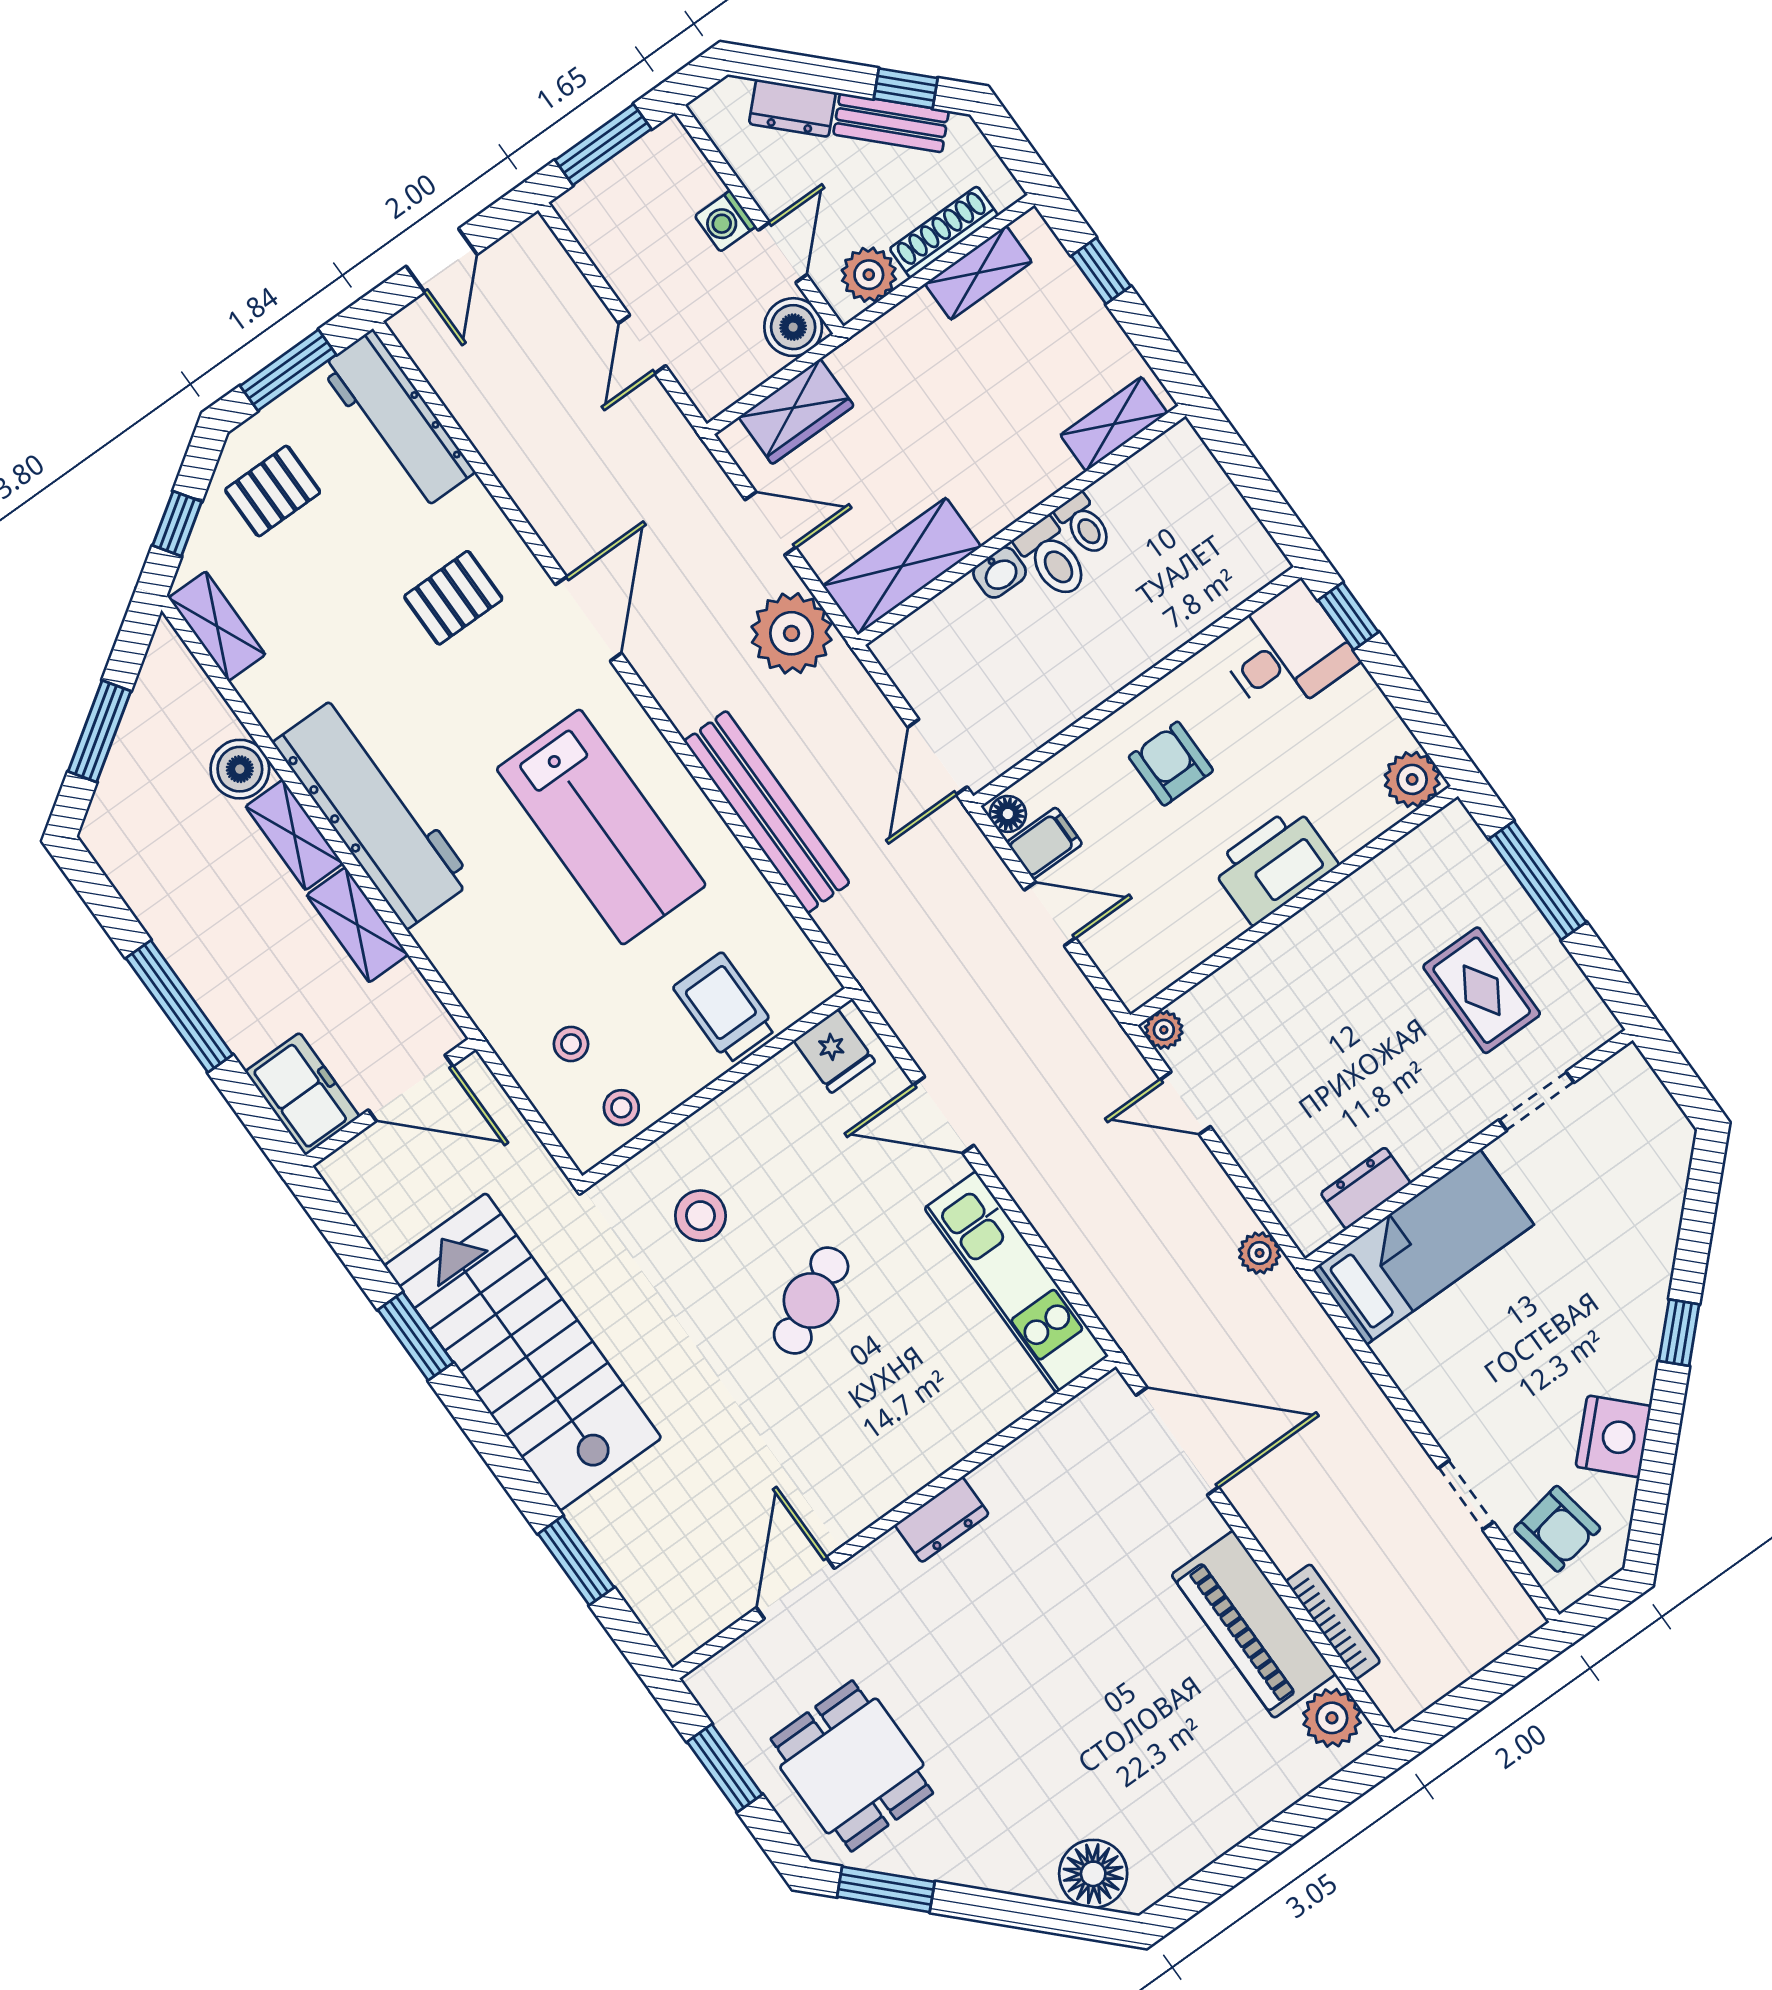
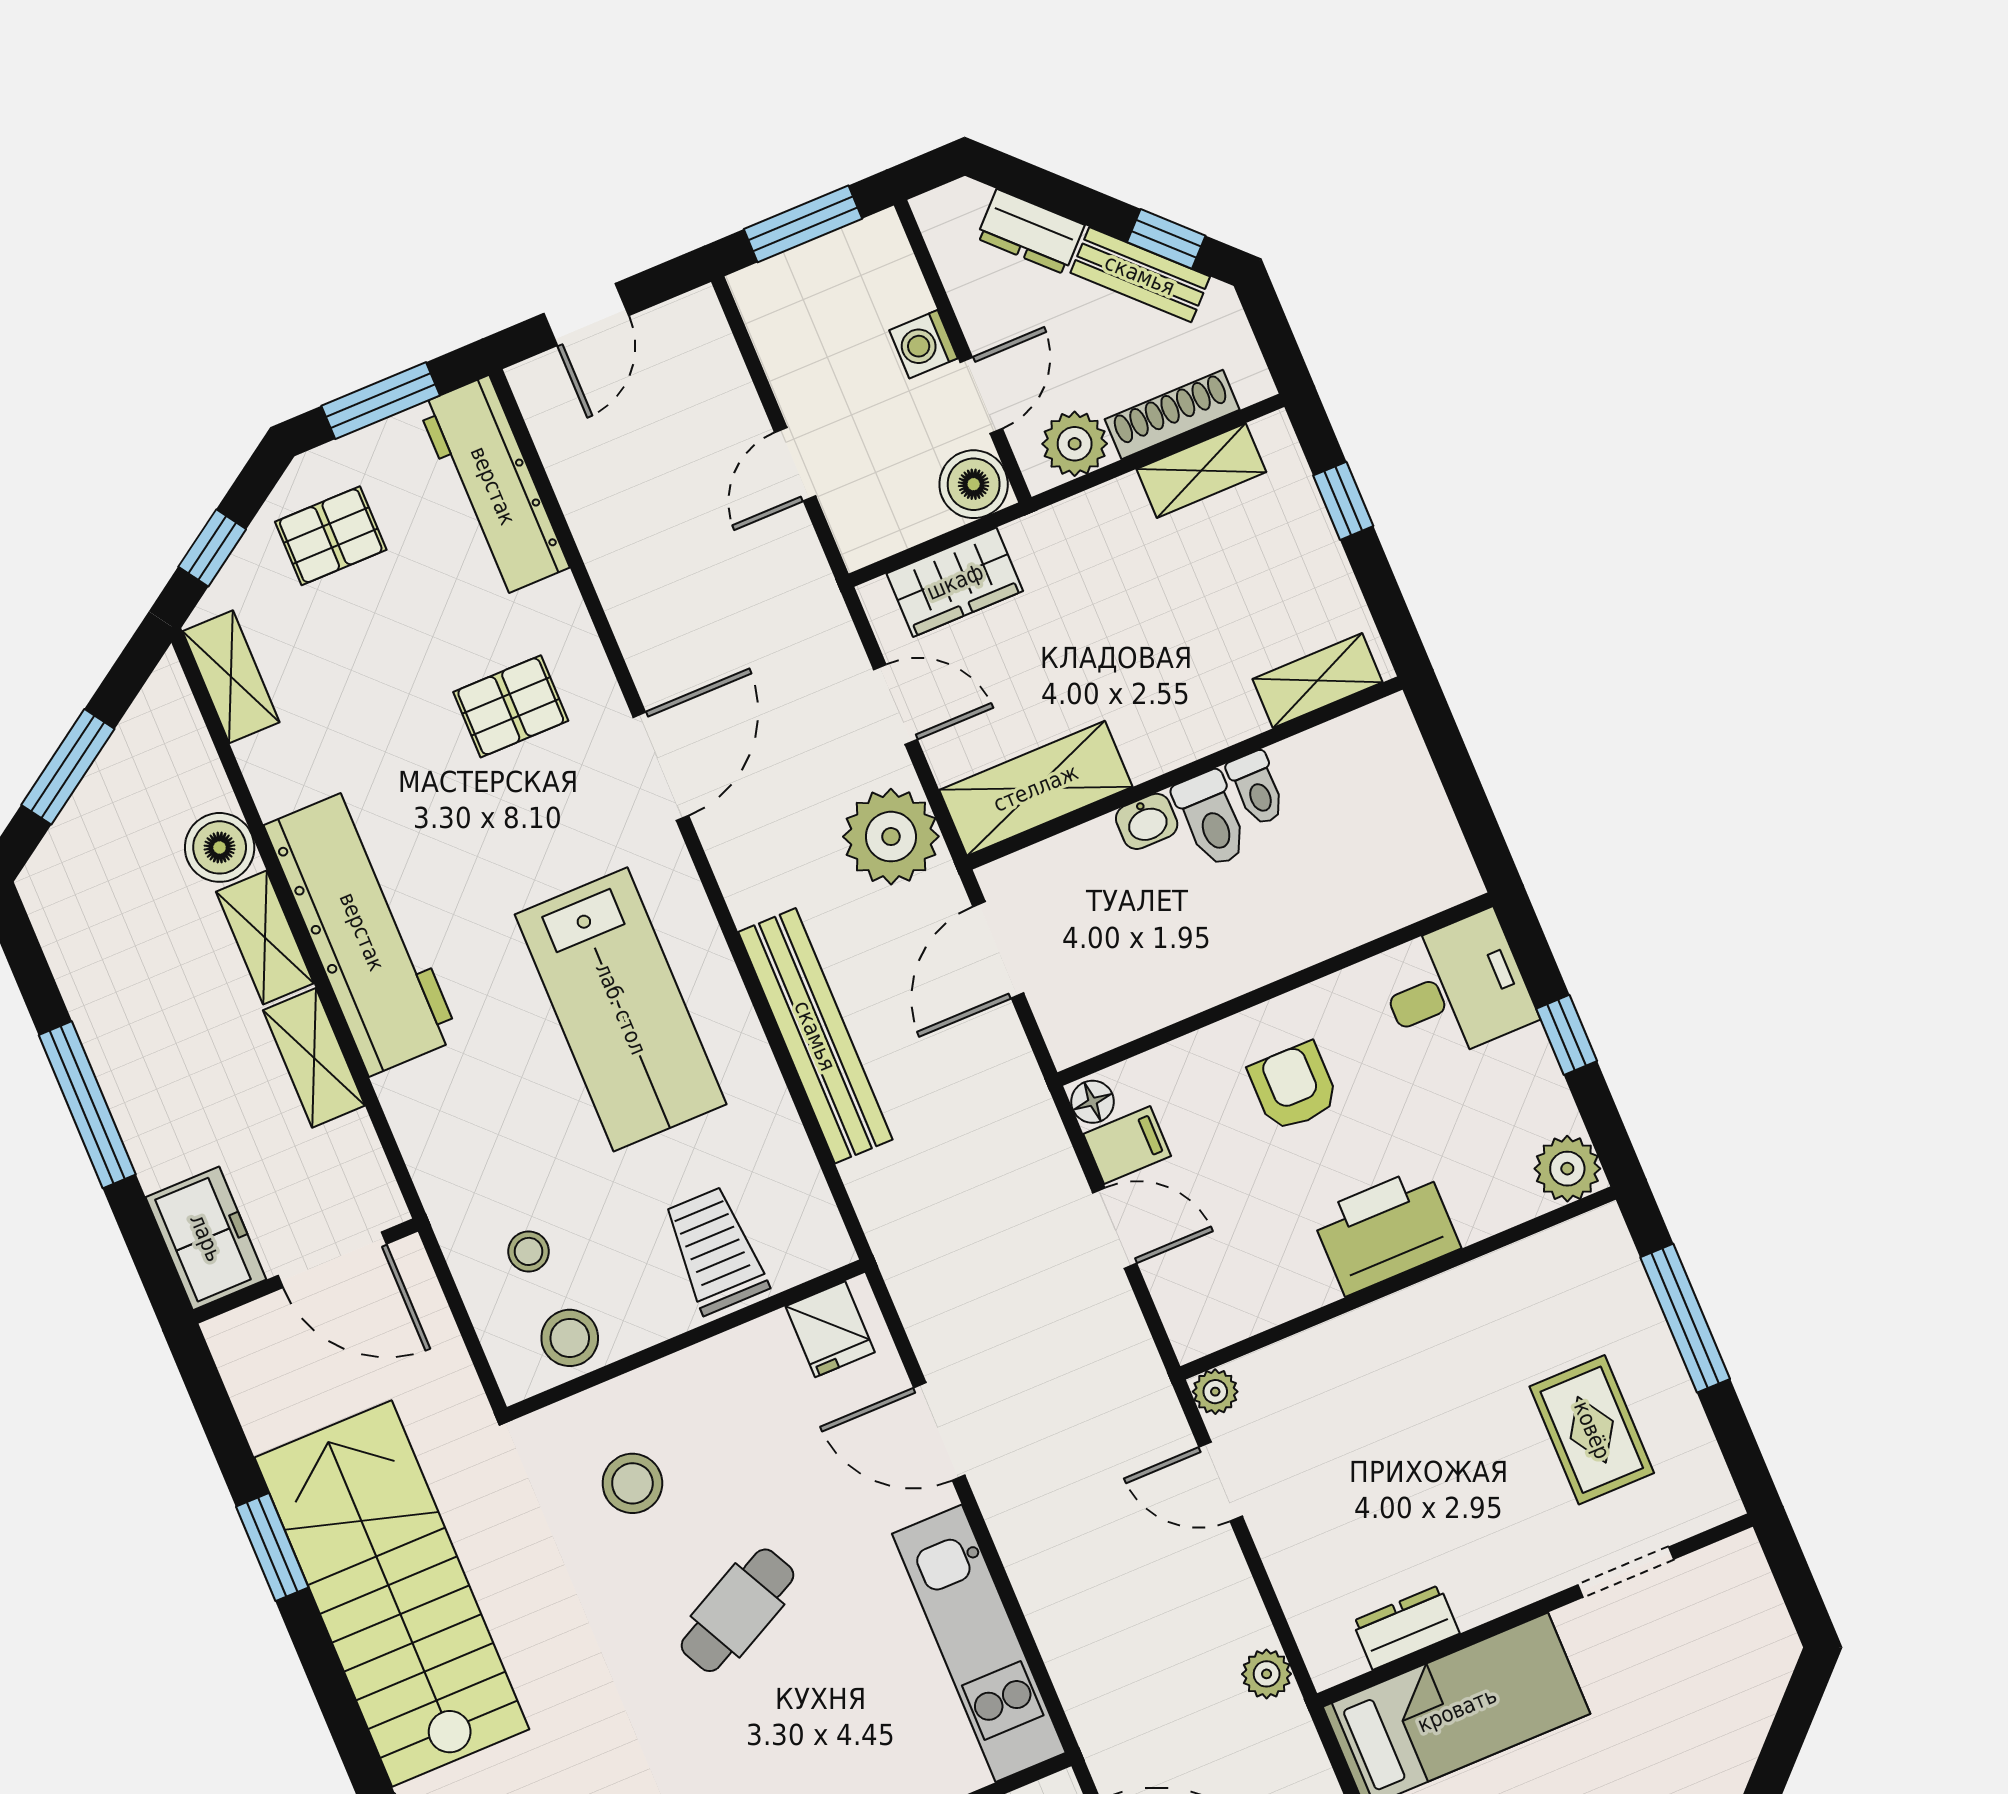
window: (1348, 616) -> (1567, 1035), moved
door: (938, 757) -> (998, 950), moved
stool: (621, 1108) -> (570, 1338), width x1.37, depth x1.37

